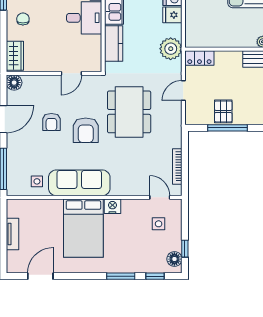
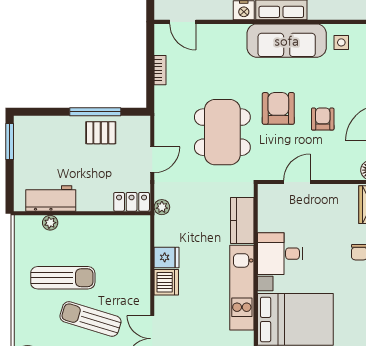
plant: (171, 49) -> (162, 207), width x0.53, depth x0.53
pallet: (223, 111) -> (101, 133), turned 90
bookcase: (177, 166) -> (160, 70), width x0.64

